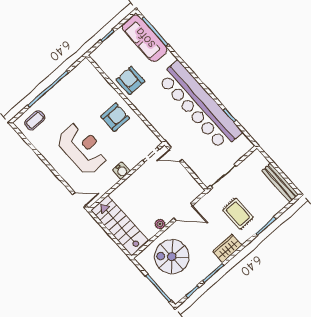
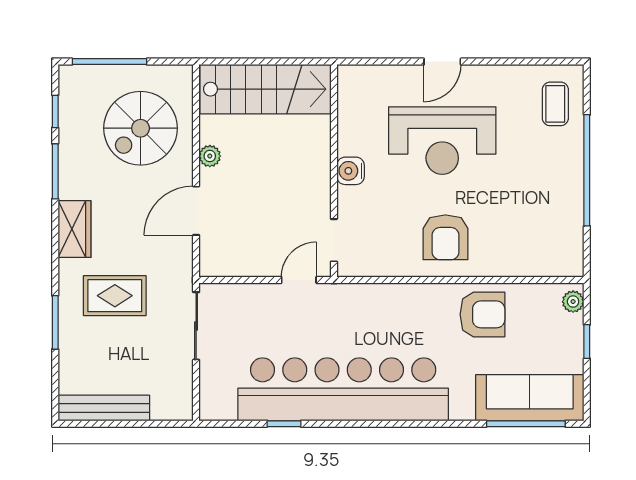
plant: (98, 53) -> (573, 302), added
door: (79, 200) -> (442, 62), moved
spiral stairs: (172, 257) -> (141, 128), turned 180

